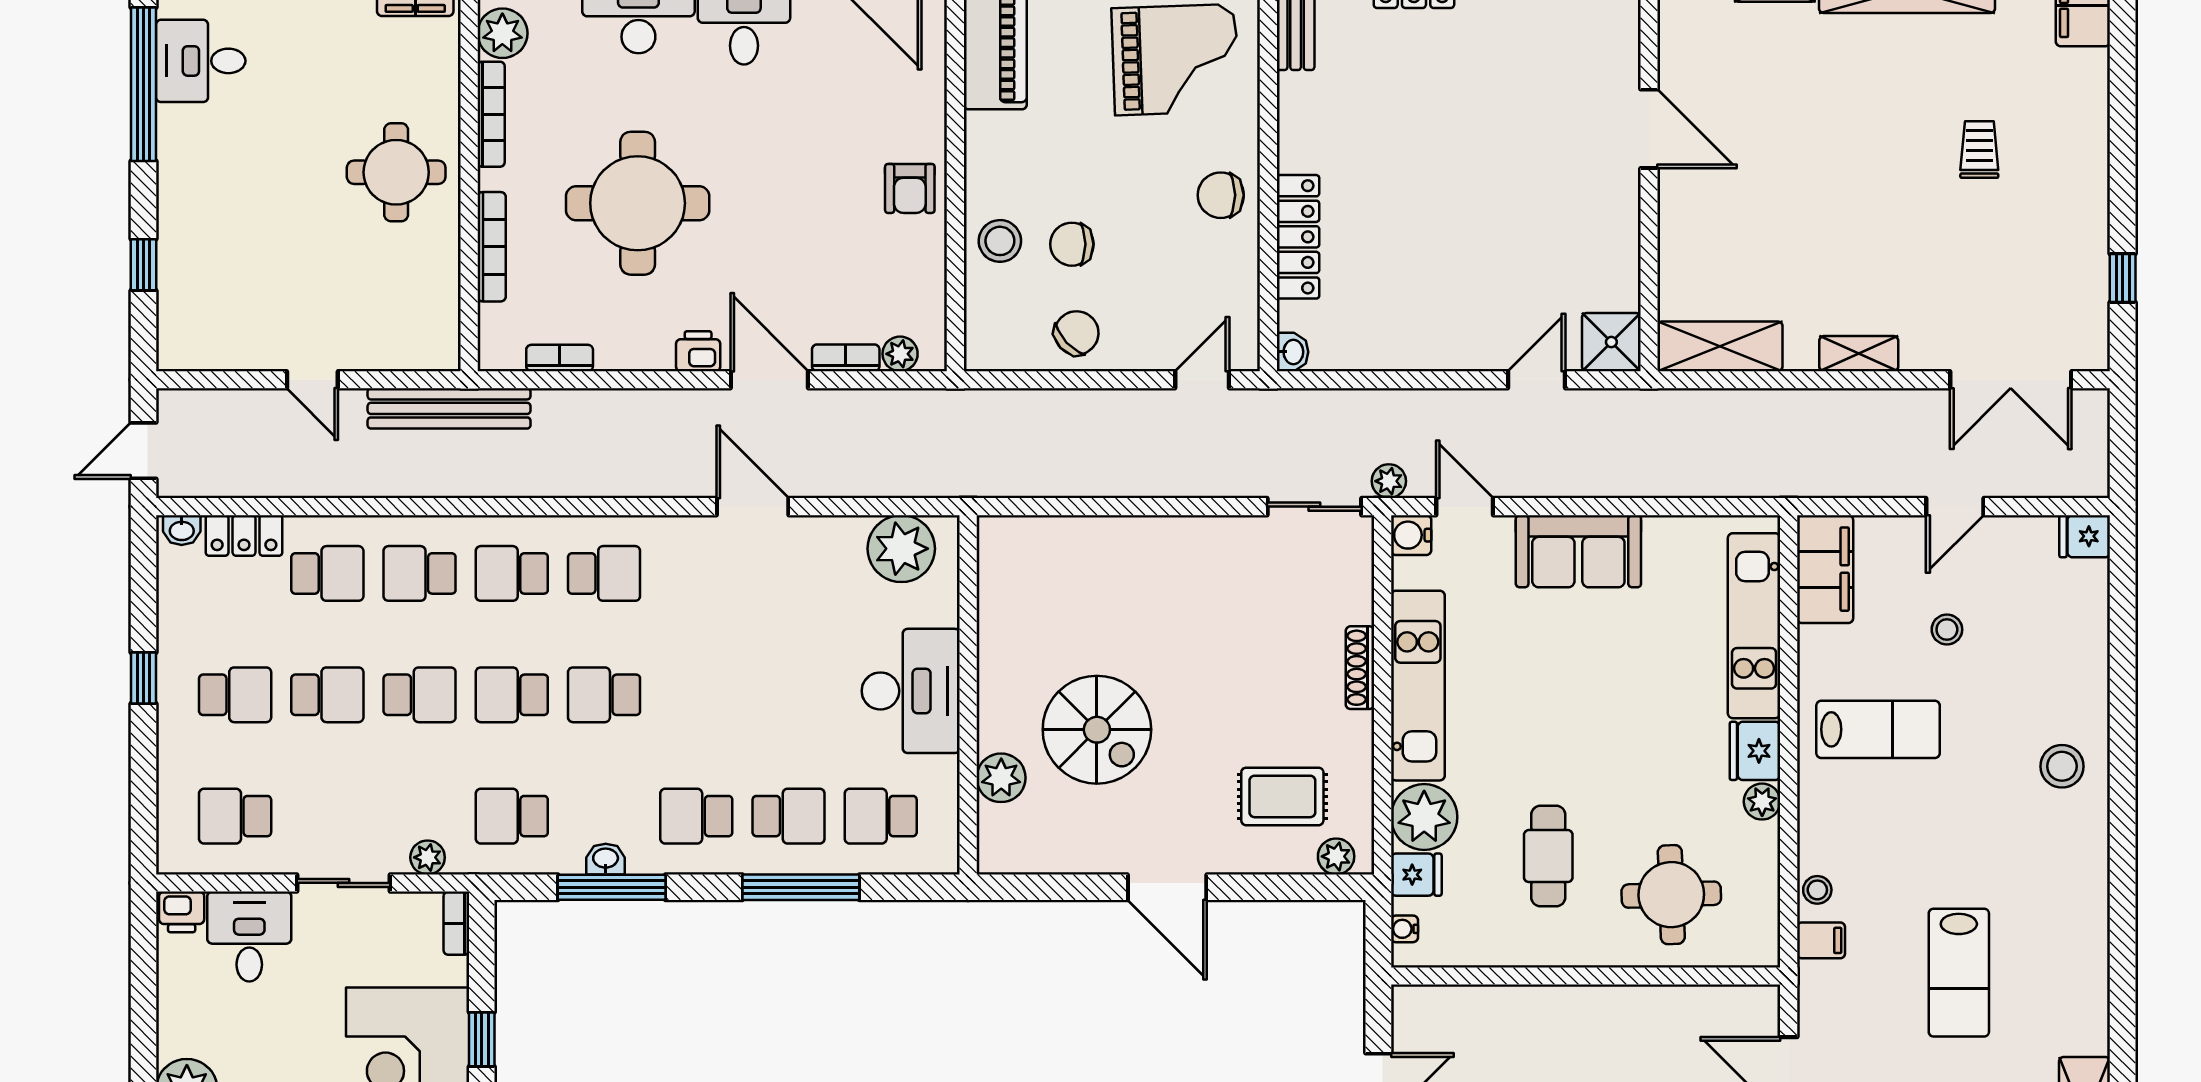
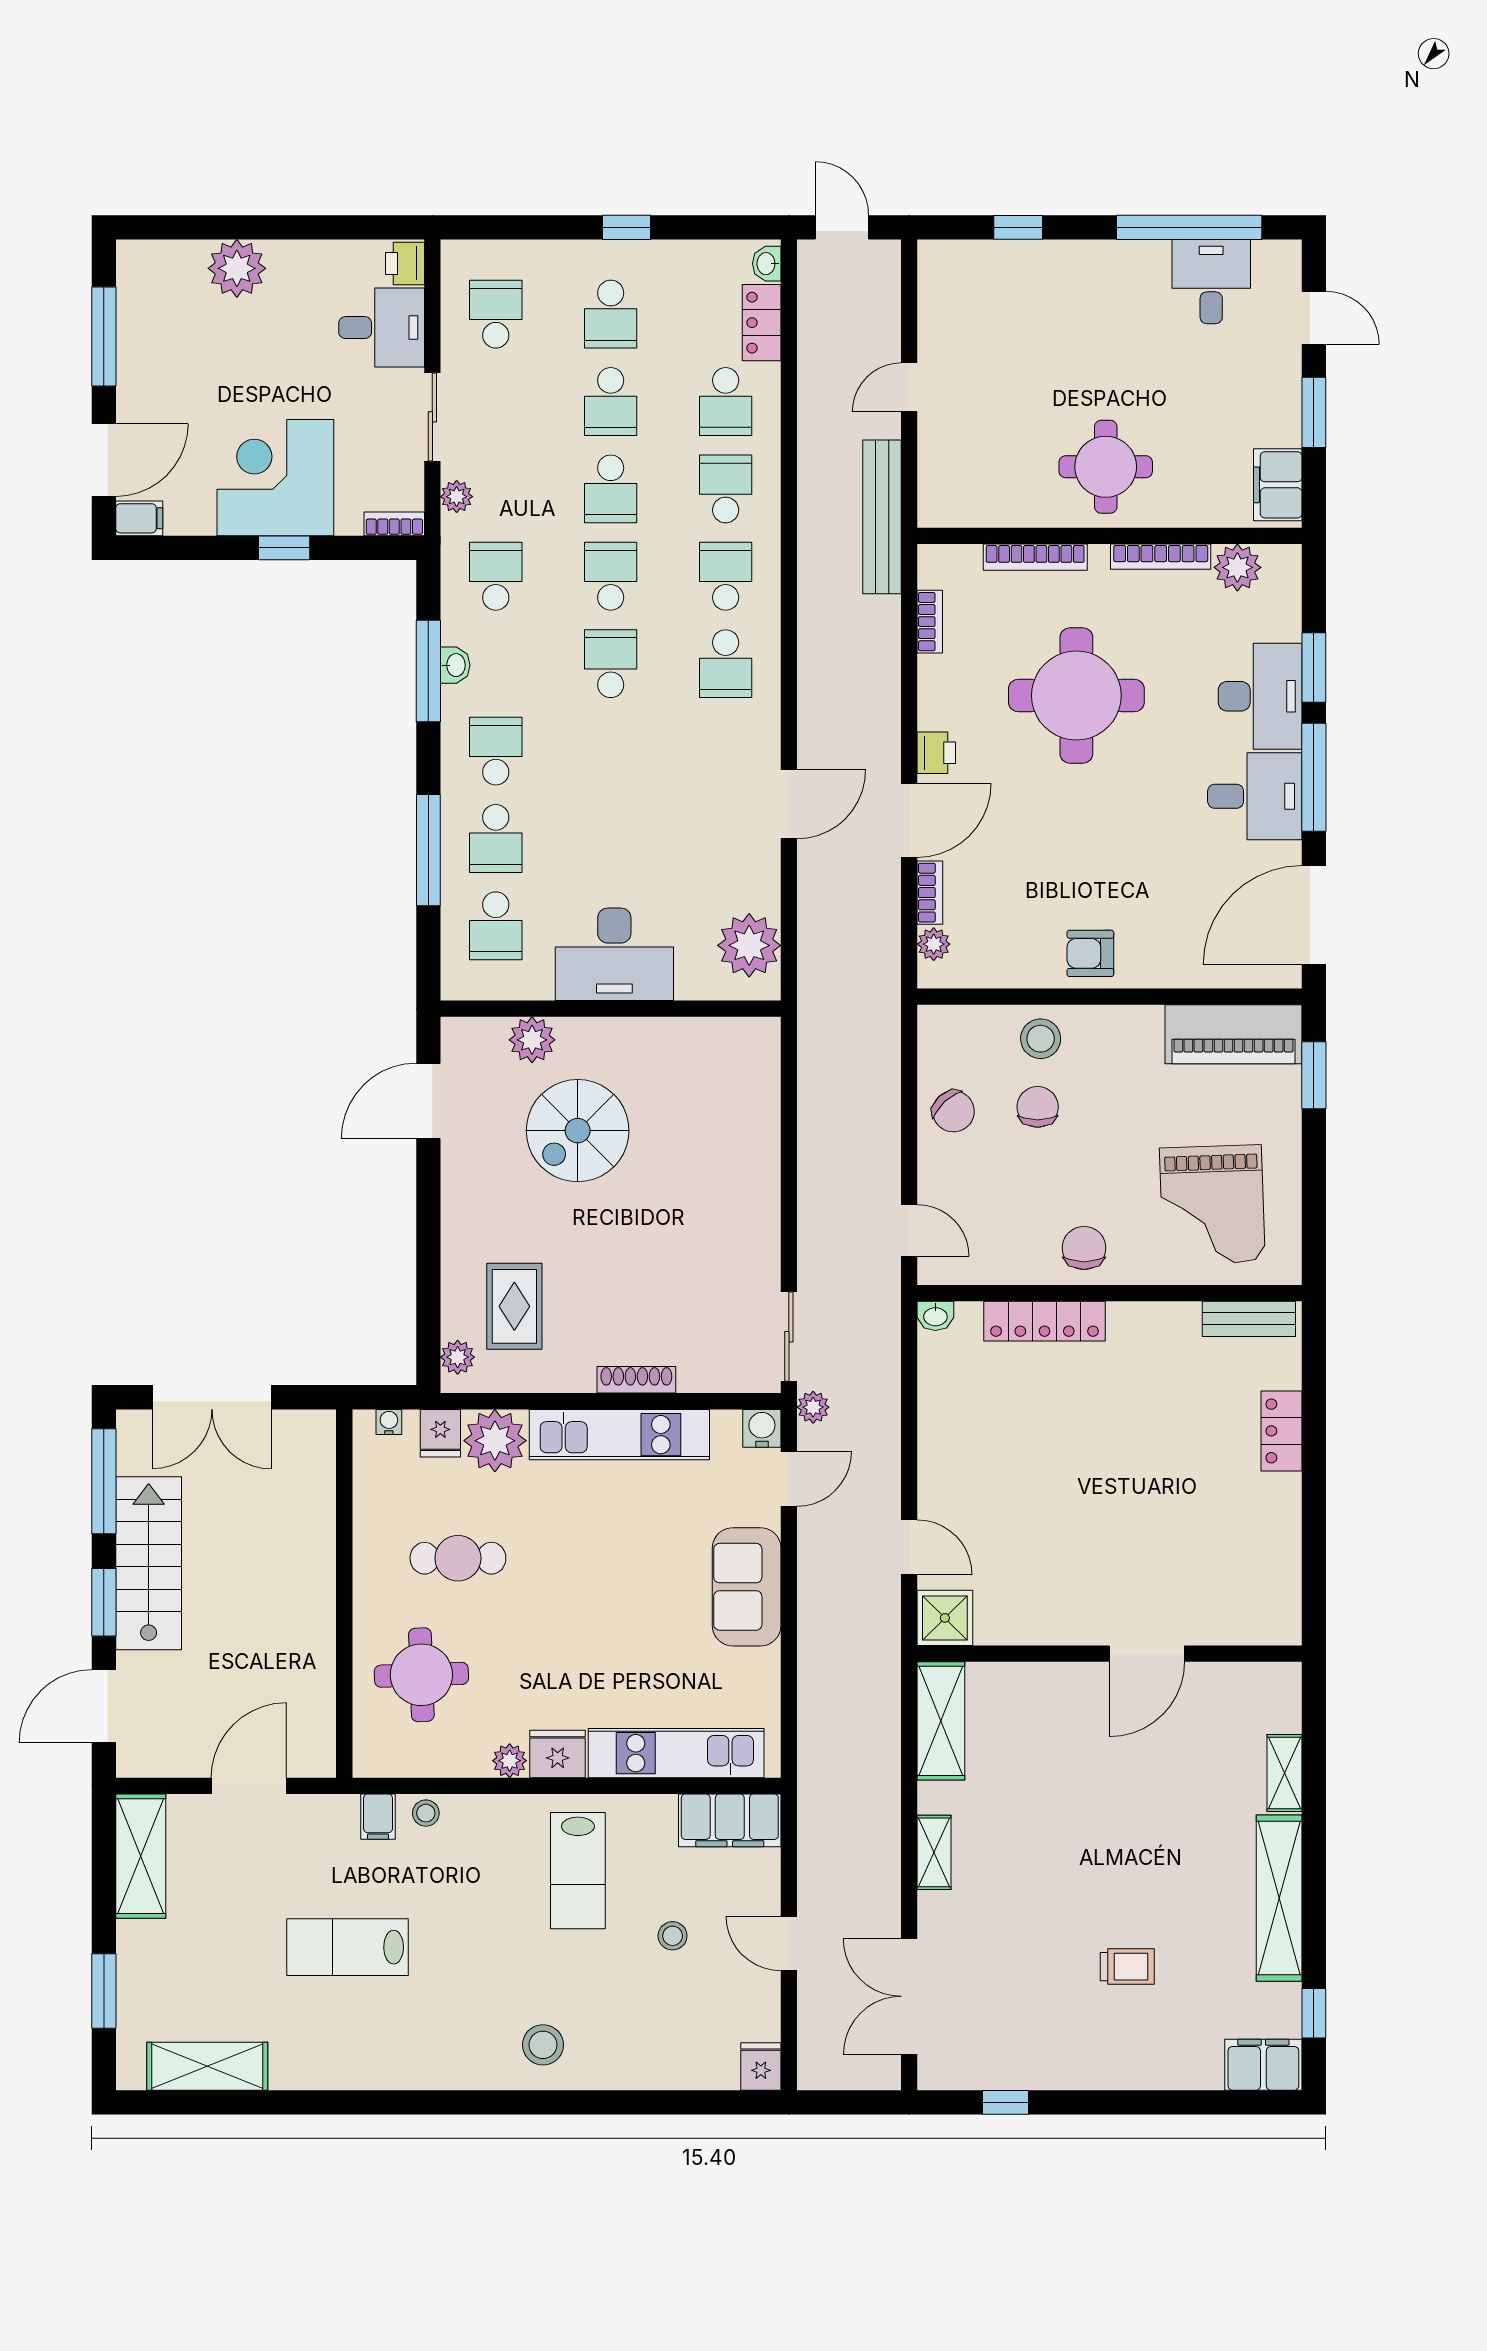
school desk: (881, 816) -> (496, 926), turned 180
door: (1167, 887) -> (428, 1101), moved

